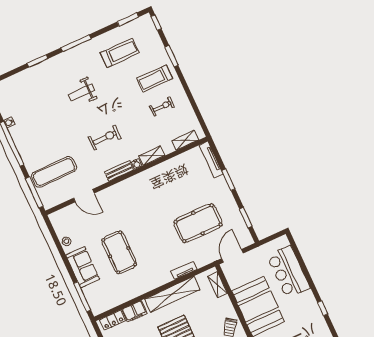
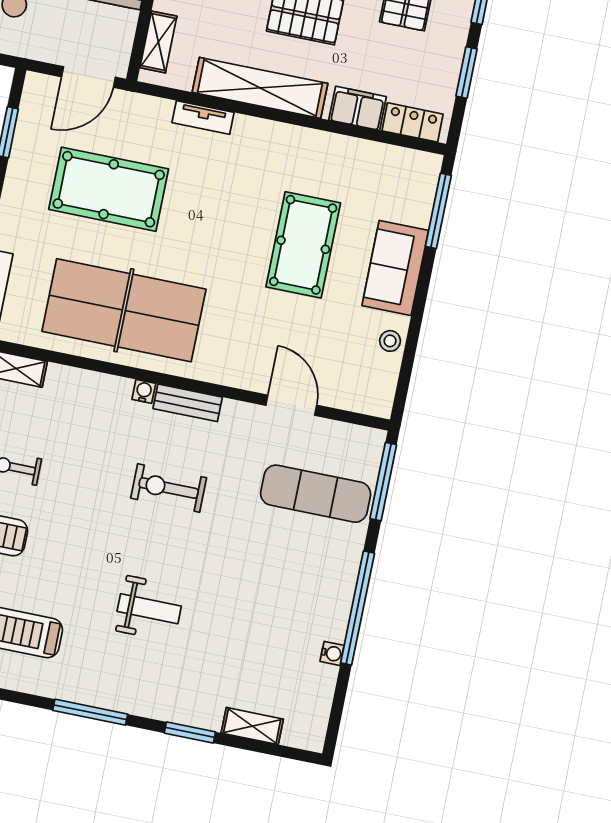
shelving: (152, 156) -> (252, 726), moved
table tennis table: (163, 186) -> (124, 310), added

